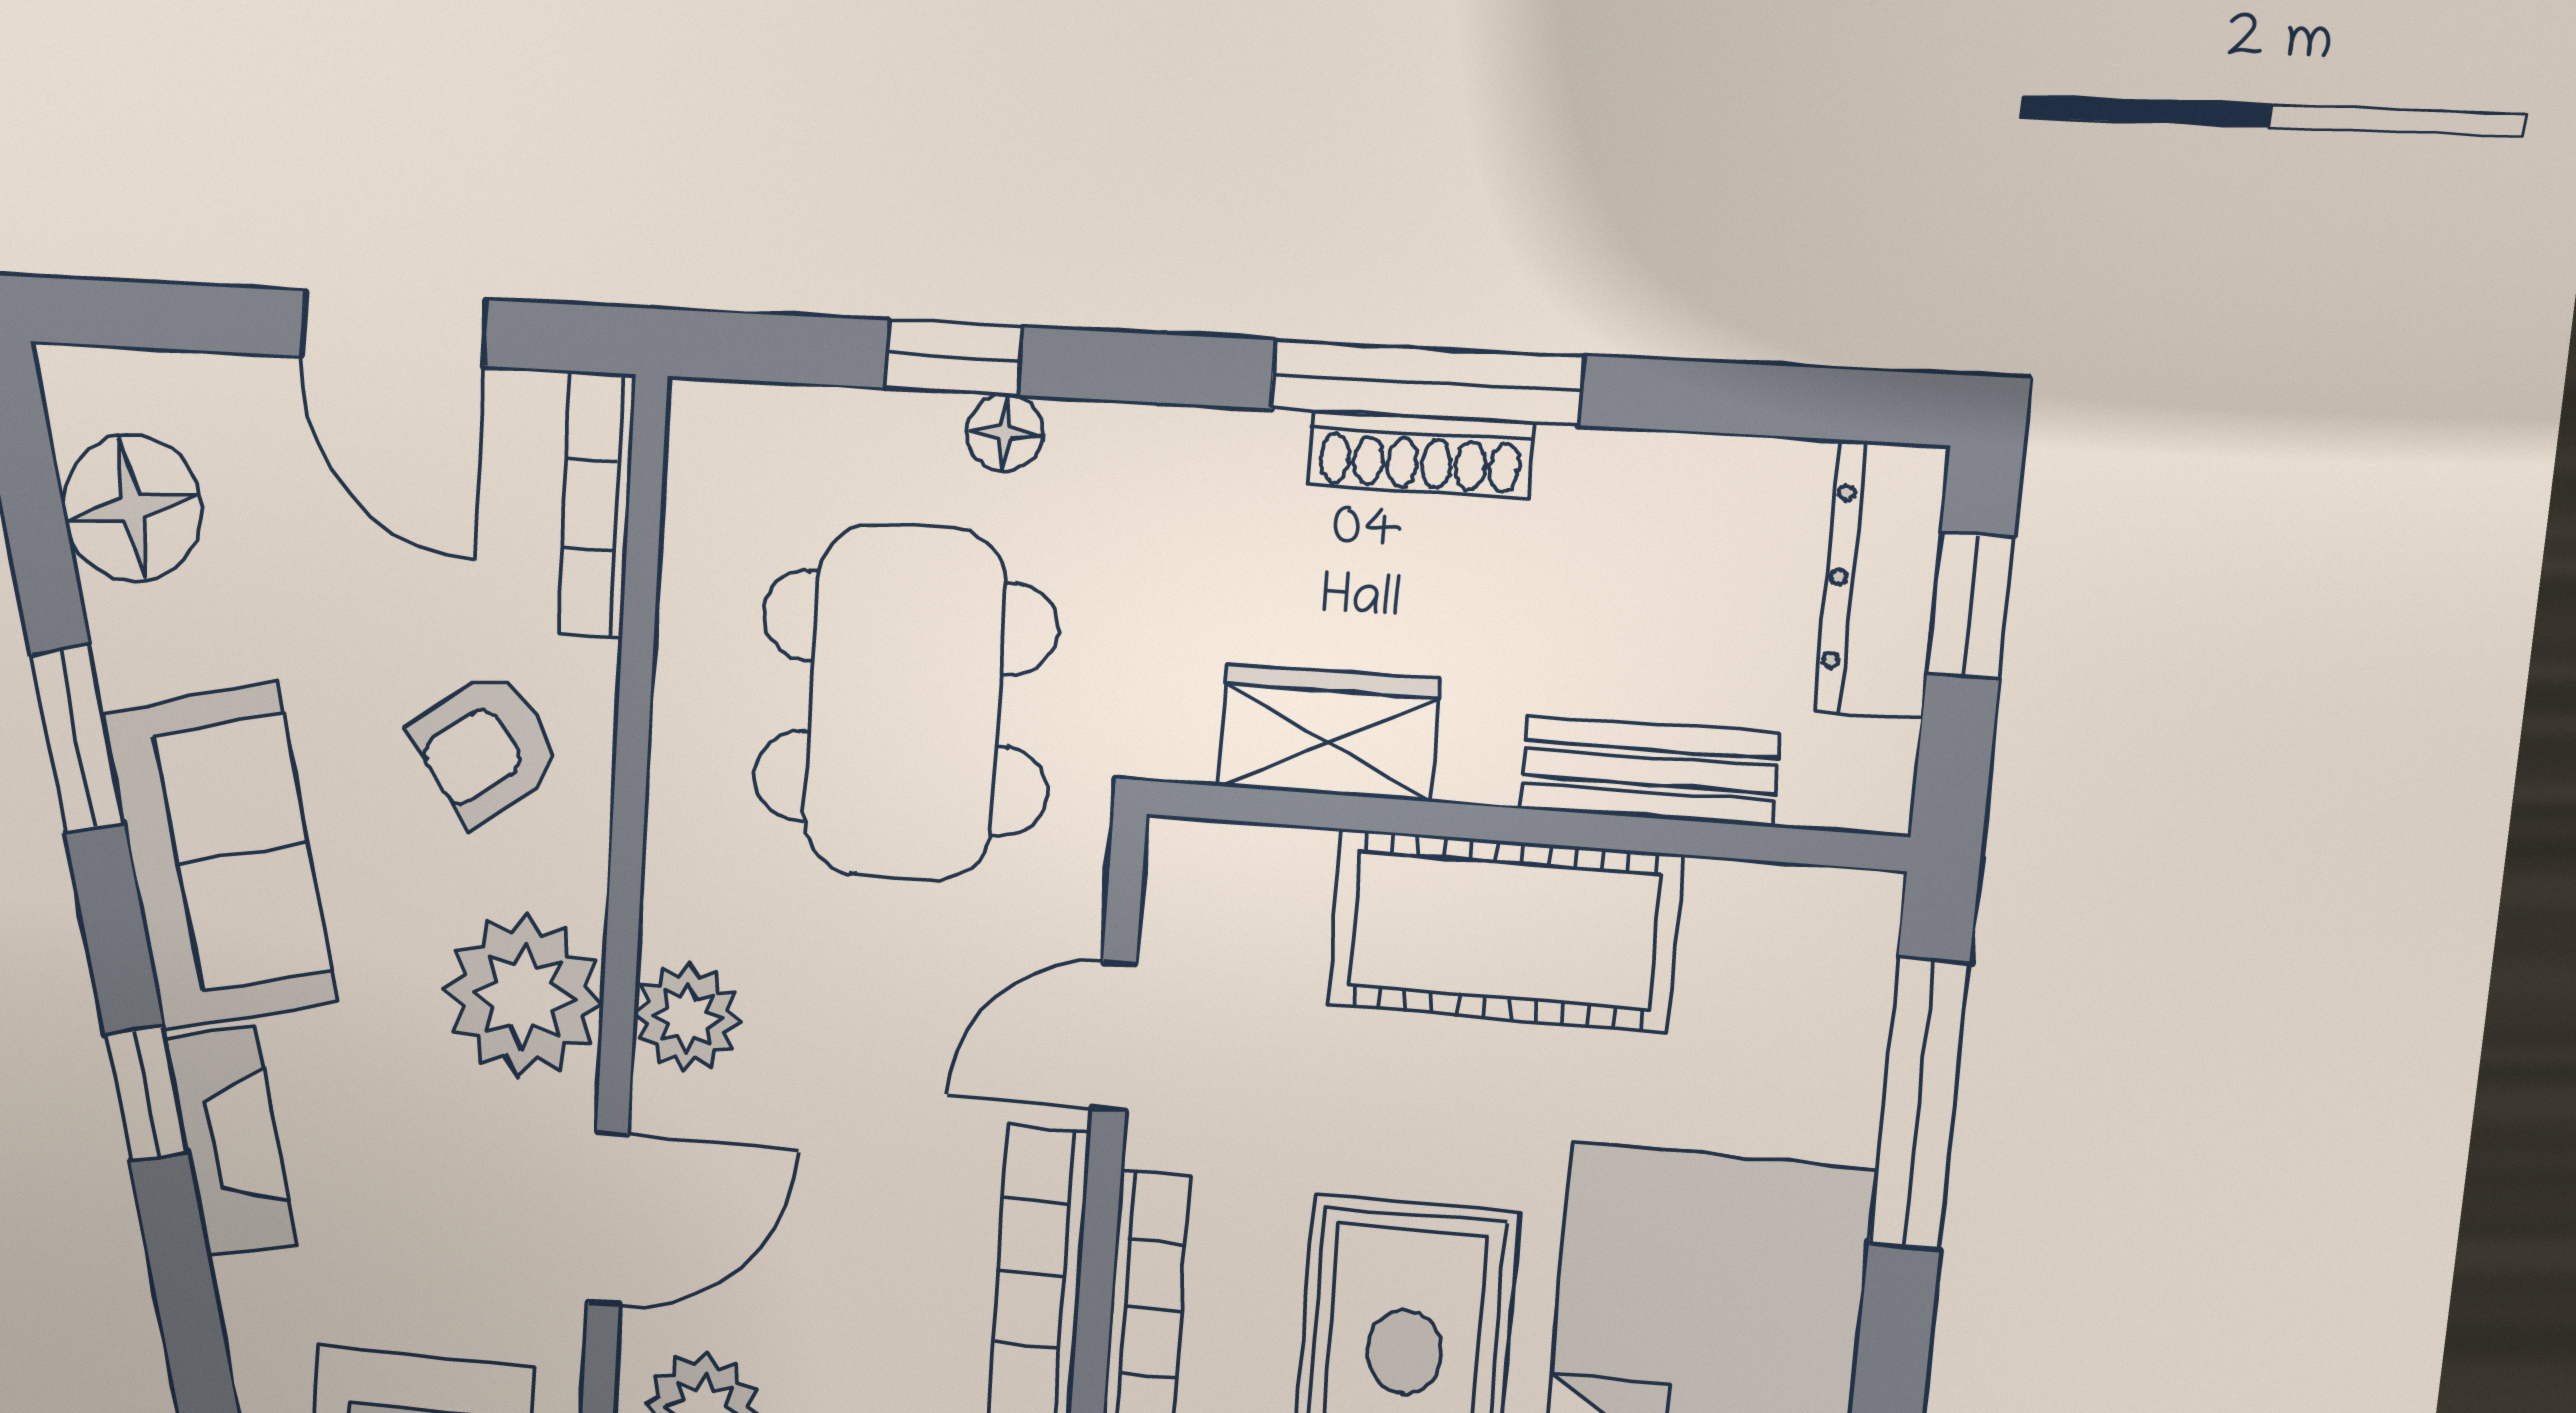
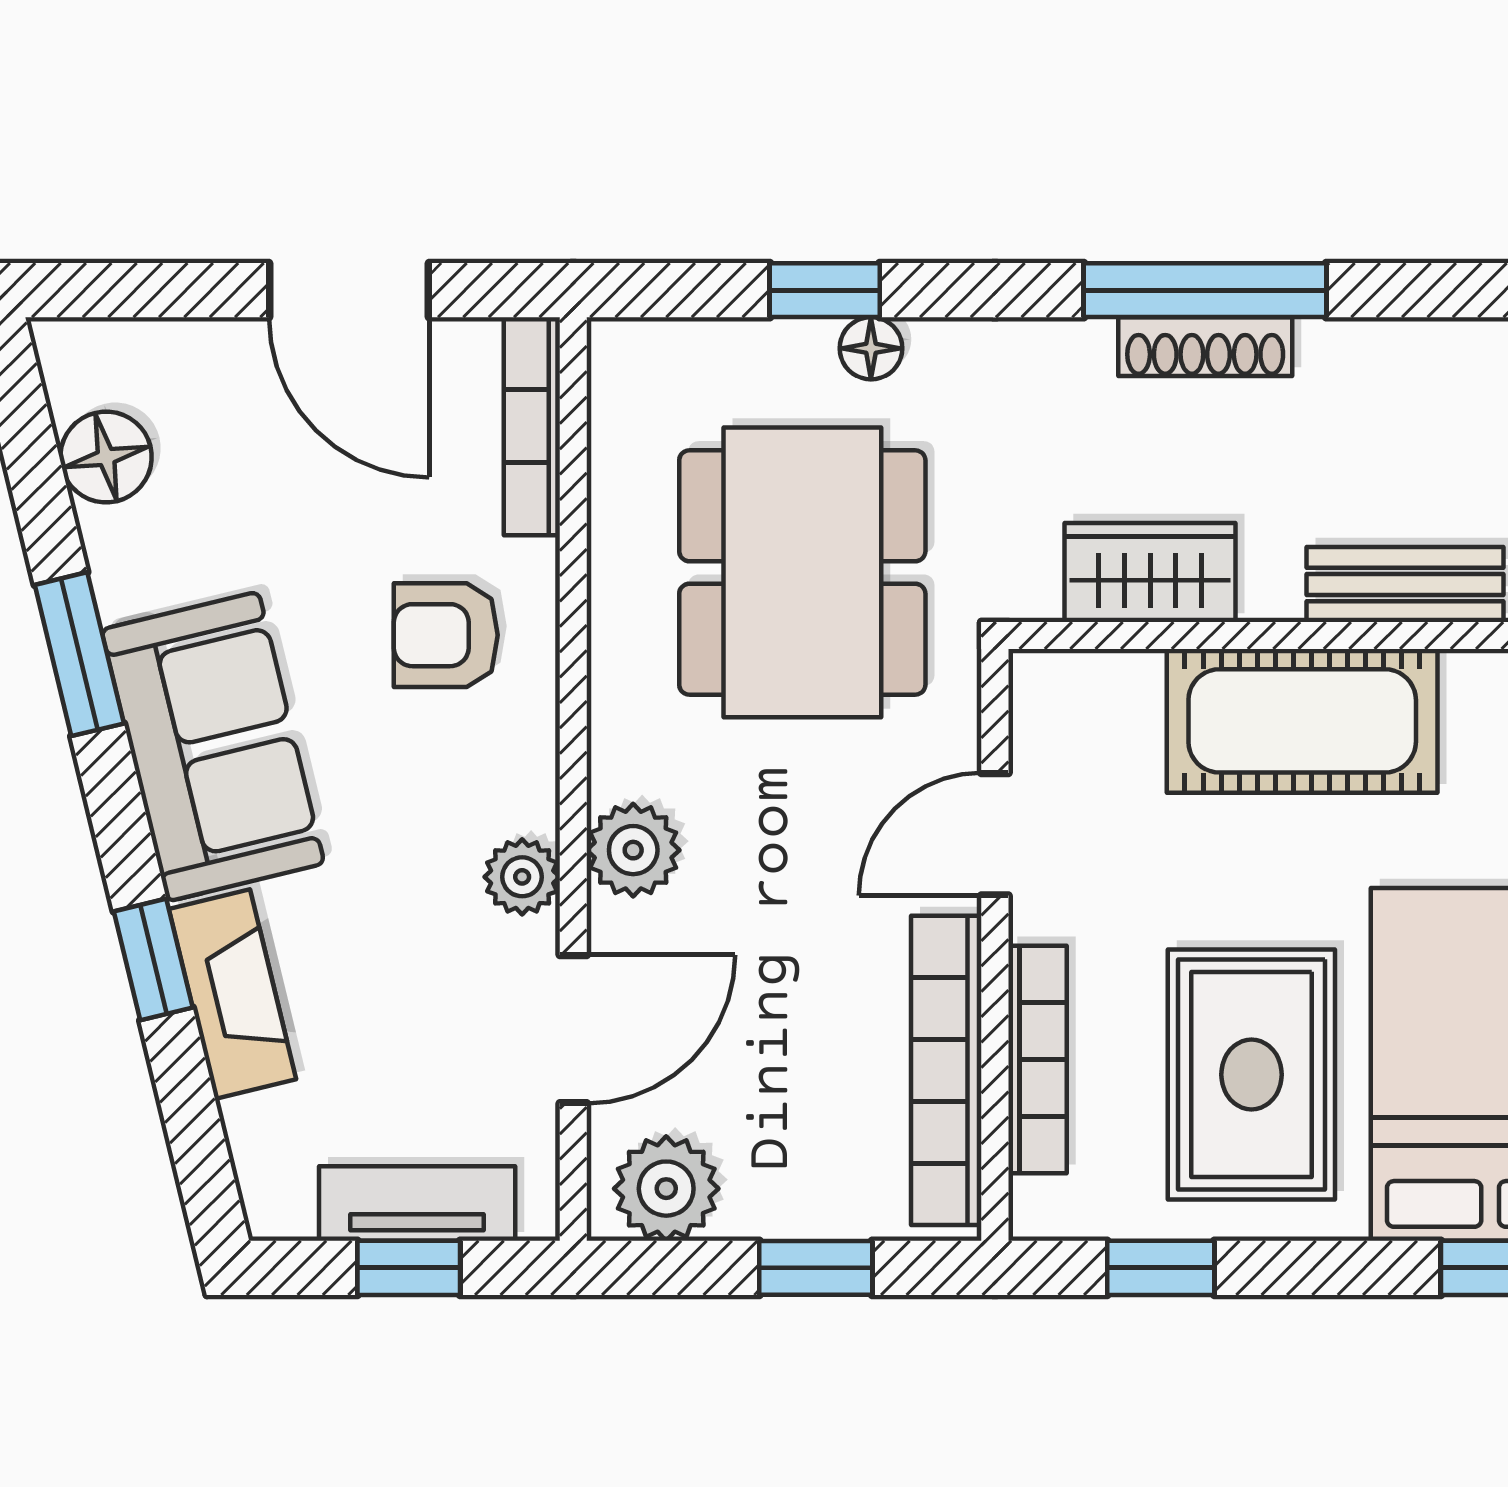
floor lamp: (132, 508) -> (106, 457), width x0.73, depth x0.73
armchair: (486, 748) -> (446, 635), turned 36
plant: (523, 996) -> (522, 877), width x0.53, depth x0.53

